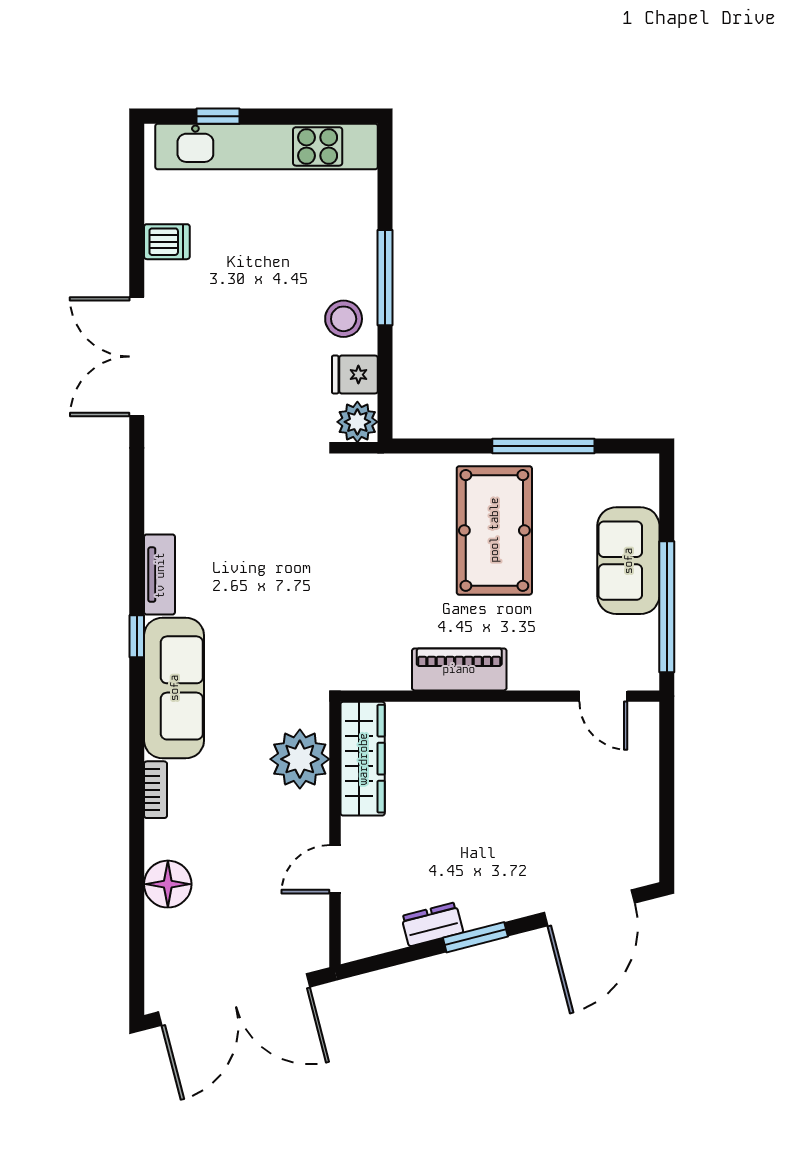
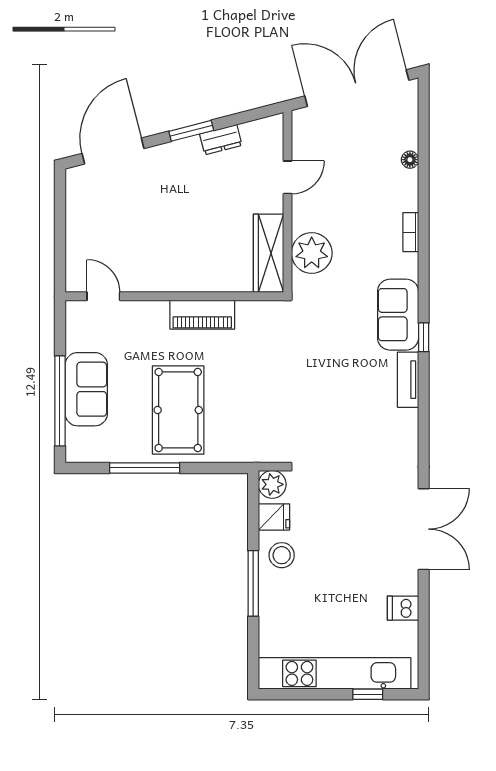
window: (667, 607) -> (60, 401), moved
sofa: (174, 688) -> (398, 315), width x0.73
floor lamp: (168, 884) -> (410, 160), width x0.53, depth x0.53

